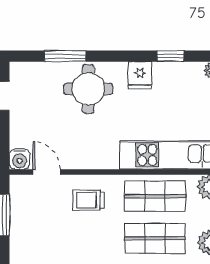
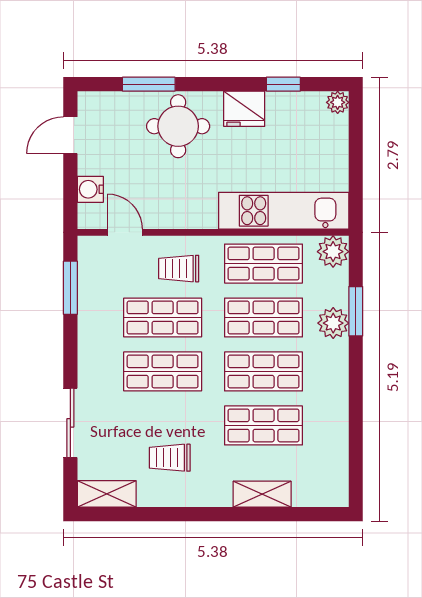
fridge: (140, 75) -> (244, 109), width x1.38
water cooler: (20, 159) -> (90, 189), moved, turned 90
shop shelf: (76, 238) -> (163, 318), added

